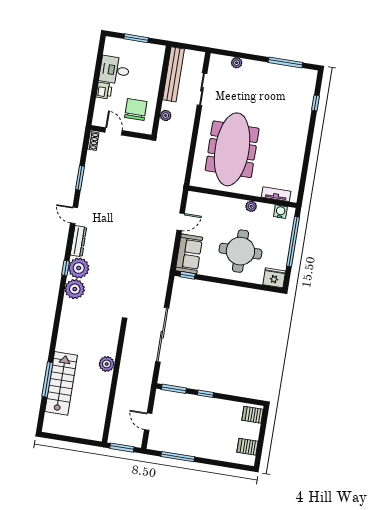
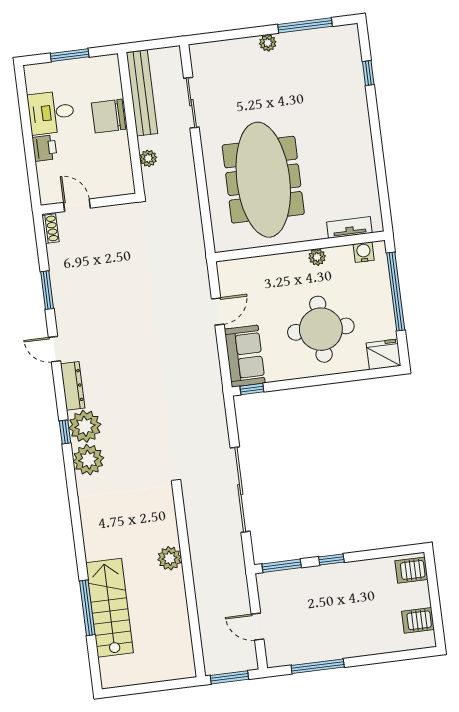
plant: (237, 63) -> (268, 43), moved
chair: (136, 109) -> (109, 116), moved, turned -90

